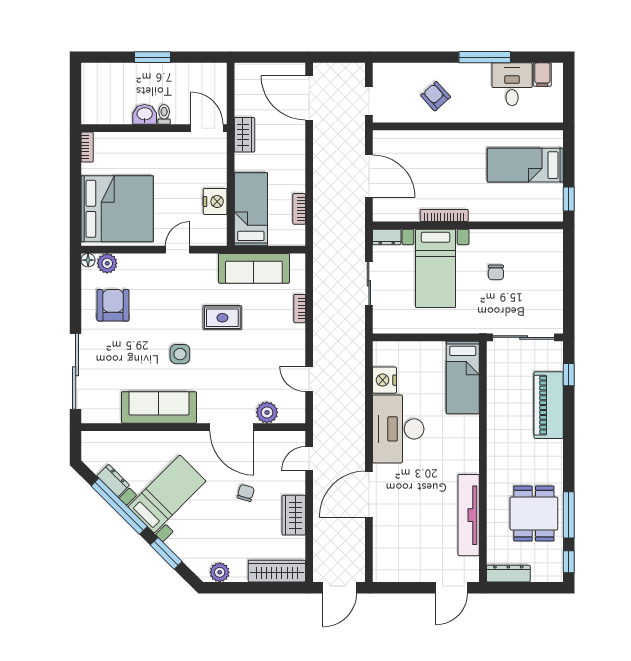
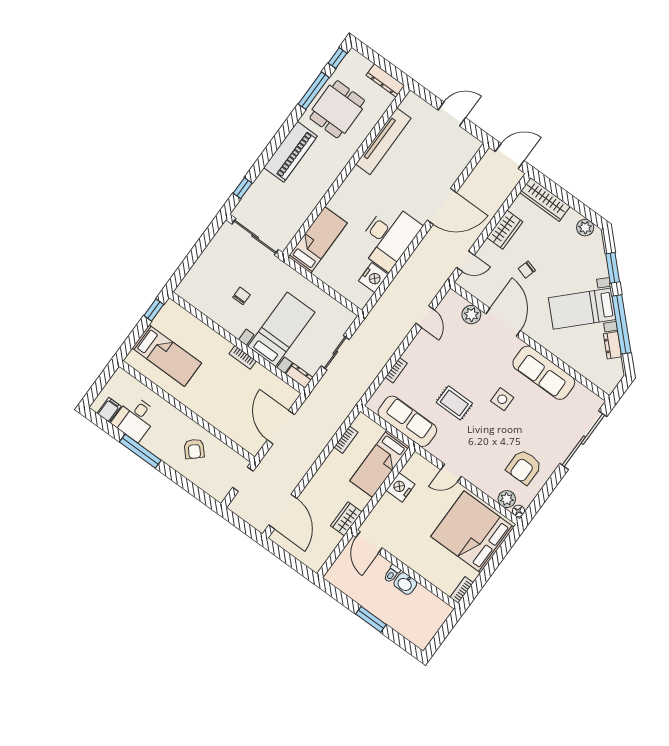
bookcase: (444, 215) -> (243, 357), width x0.64
piano: (549, 405) -> (290, 152), moved
door: (452, 588) -> (452, 114), moved

